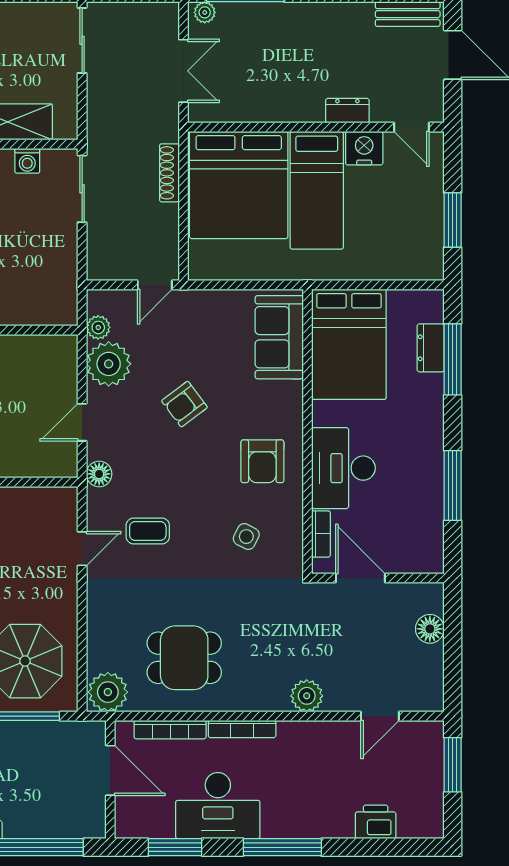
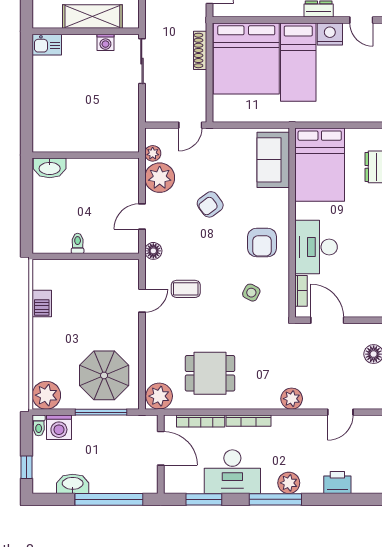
plant: (303, 822) -> (289, 483), added

